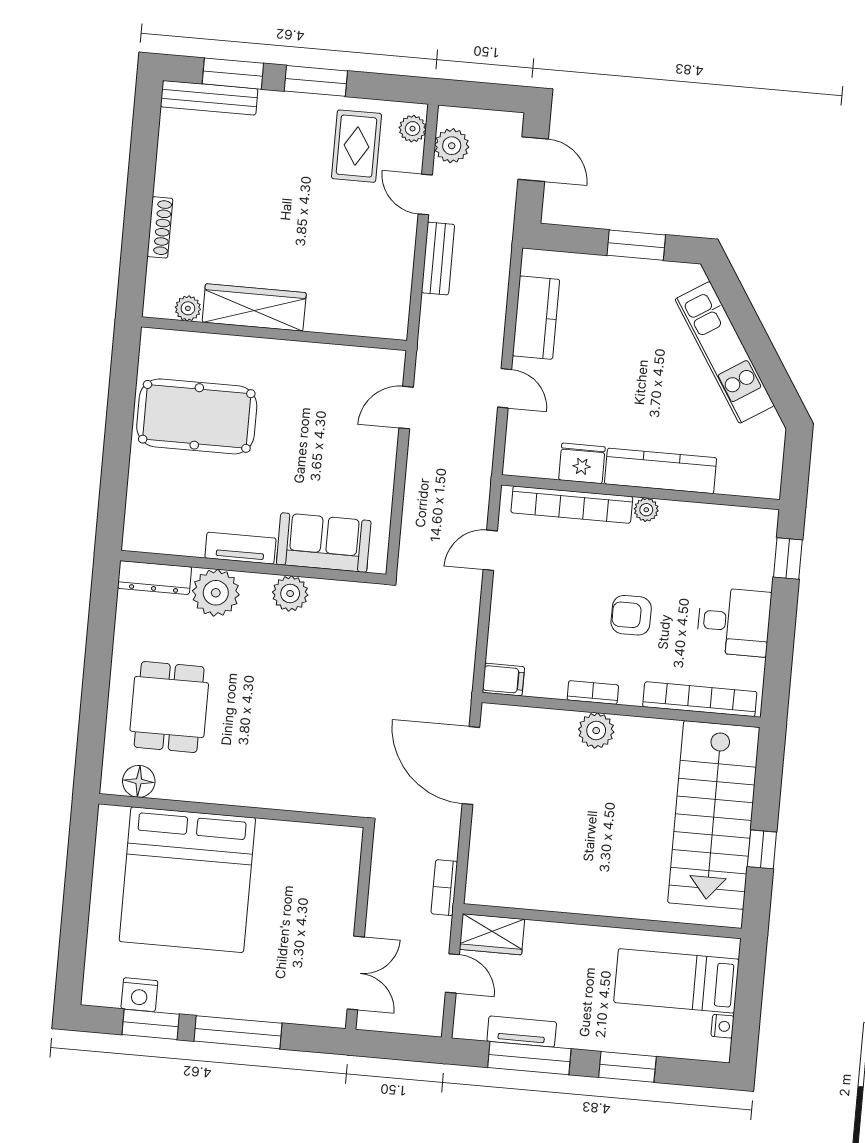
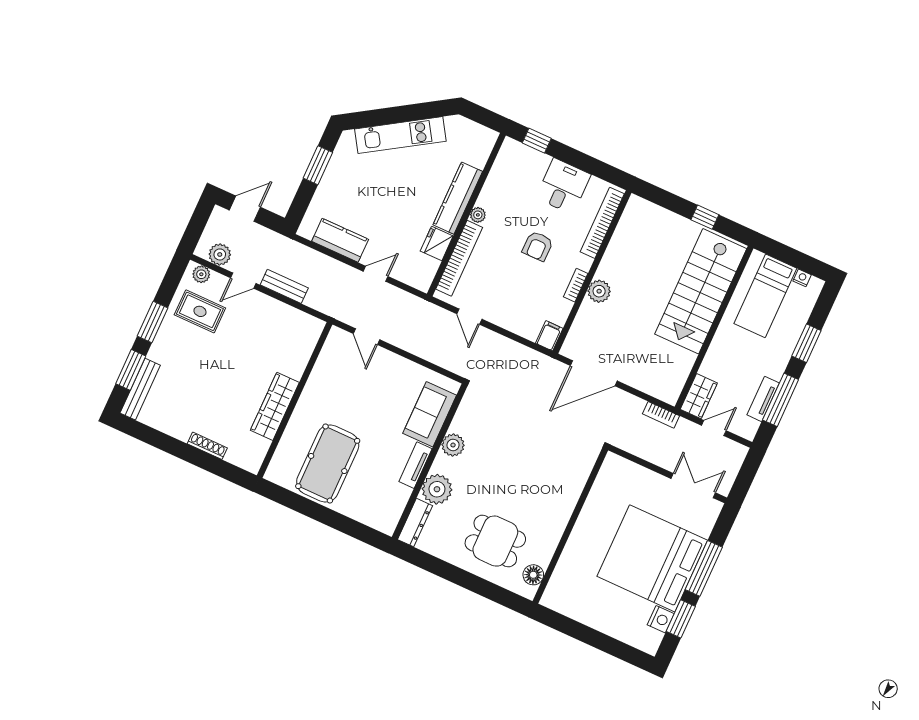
plant: (188, 308) -> (261, 446), removed
stairs: (714, 815) -> (701, 291), moved, turned 90
bed: (187, 880) -> (652, 558), moved, turned 180

